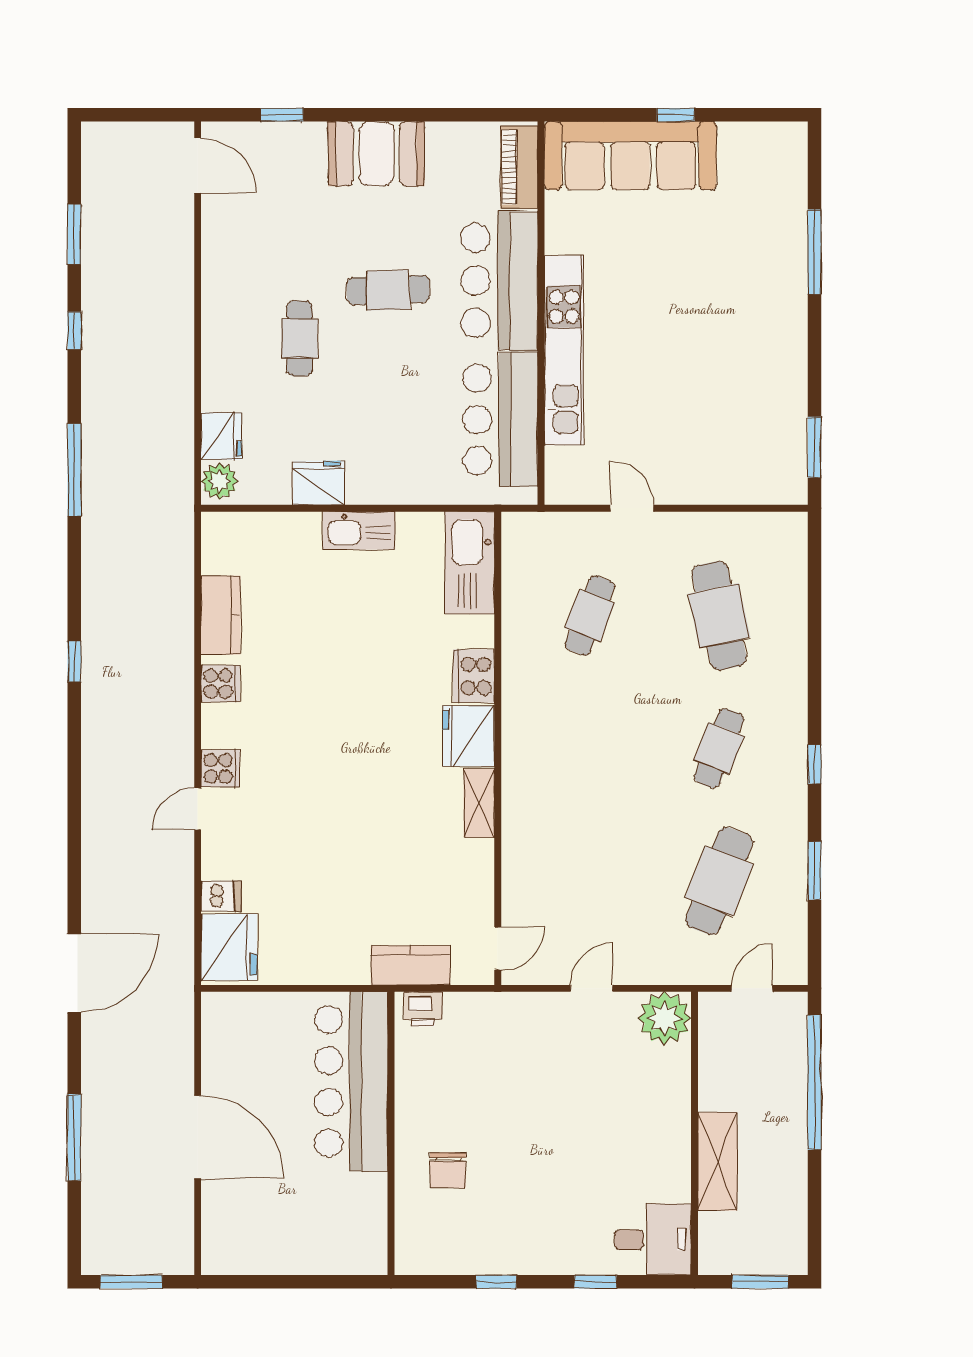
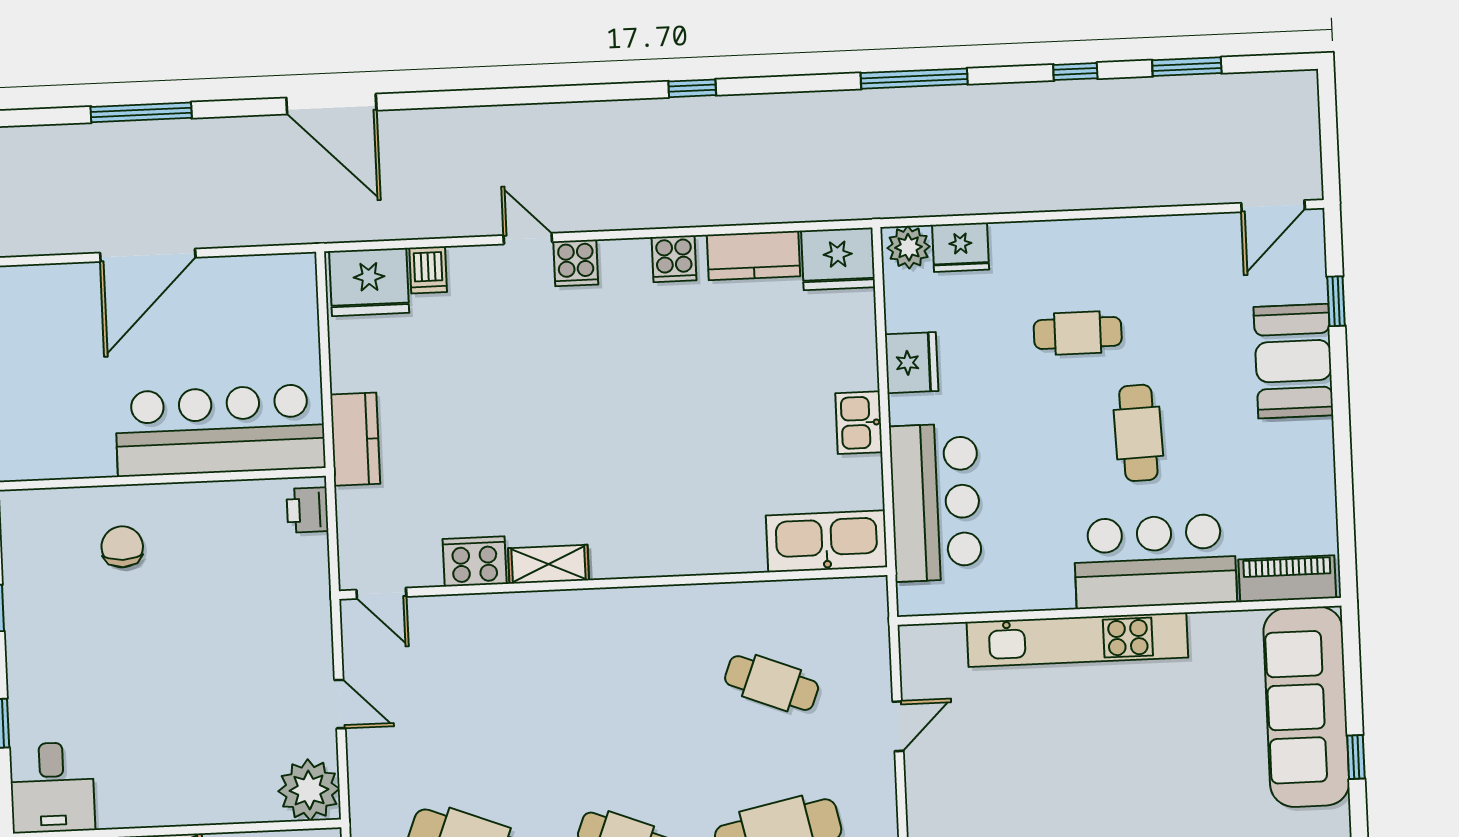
booth: (376, 154) -> (1293, 361), moved
bar counter: (500, 420) -> (936, 502), moved, turned 90
kitchen sink: (359, 531) -> (859, 423), width x0.73
cooker: (474, 676) -> (475, 561), moved
fridge: (469, 736) -> (838, 259), moved, turned 180
kitchen counter: (410, 965) -> (355, 439), moved
chair: (448, 1170) -> (122, 547), turned 90

